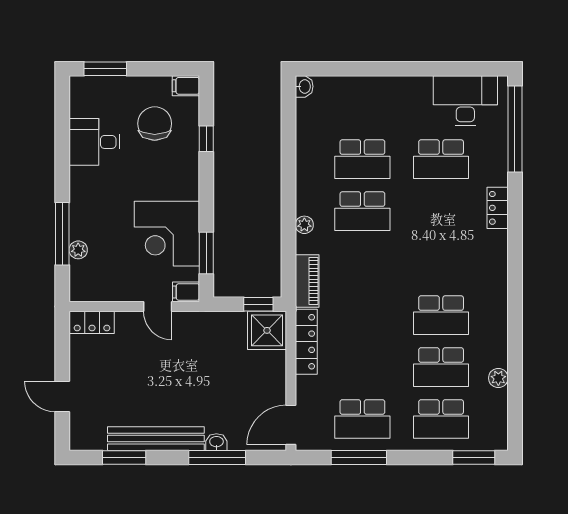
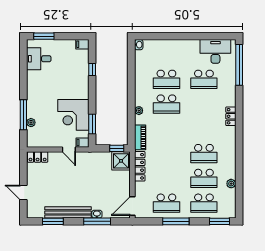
chair: (155, 124) -> (67, 62), removed
desk: (94, 142) -> (39, 59), moved
locker: (498, 208) -> (231, 116), moved
window: (359, 457) -> (176, 221), moved

